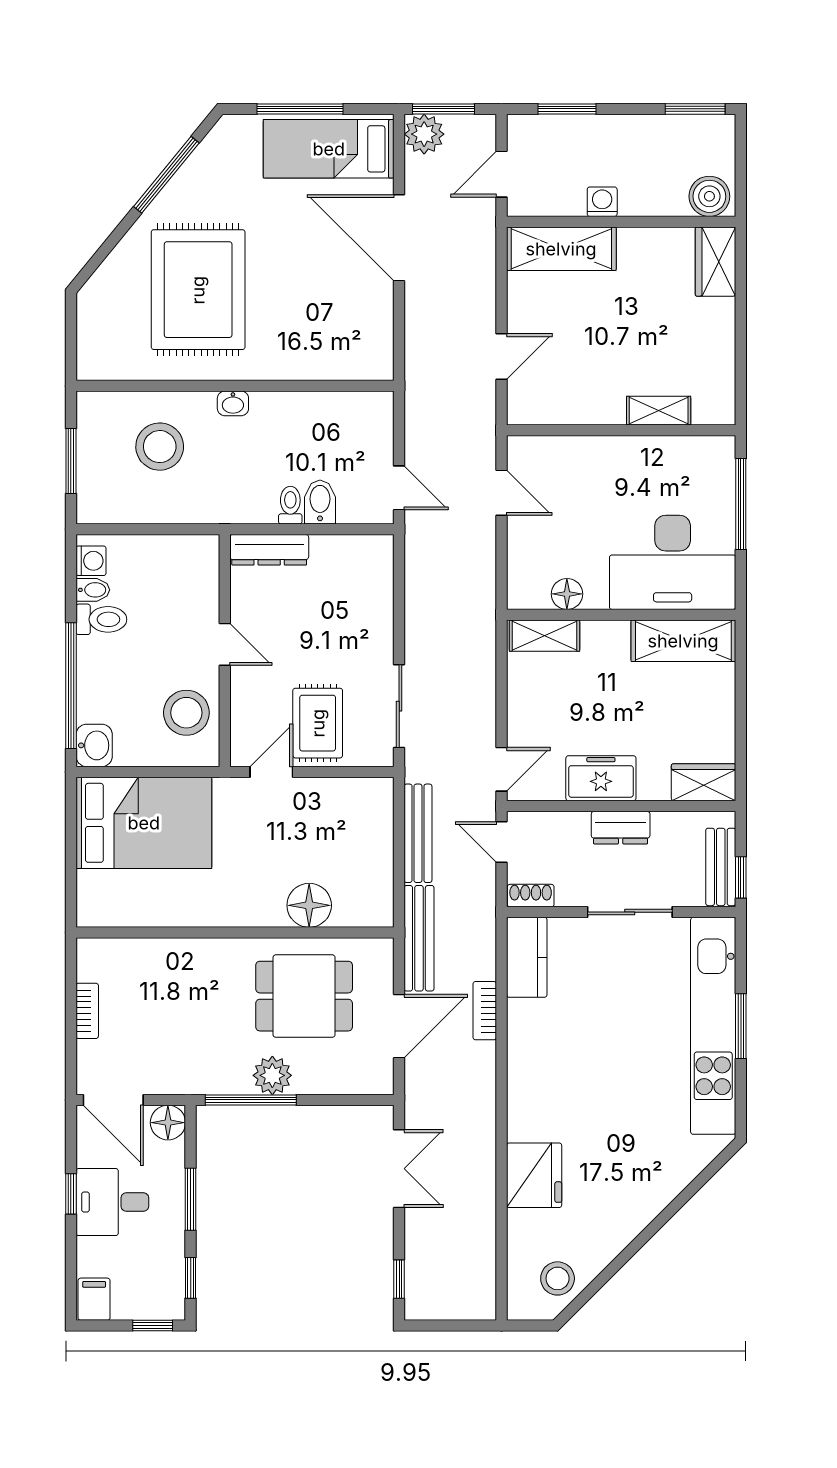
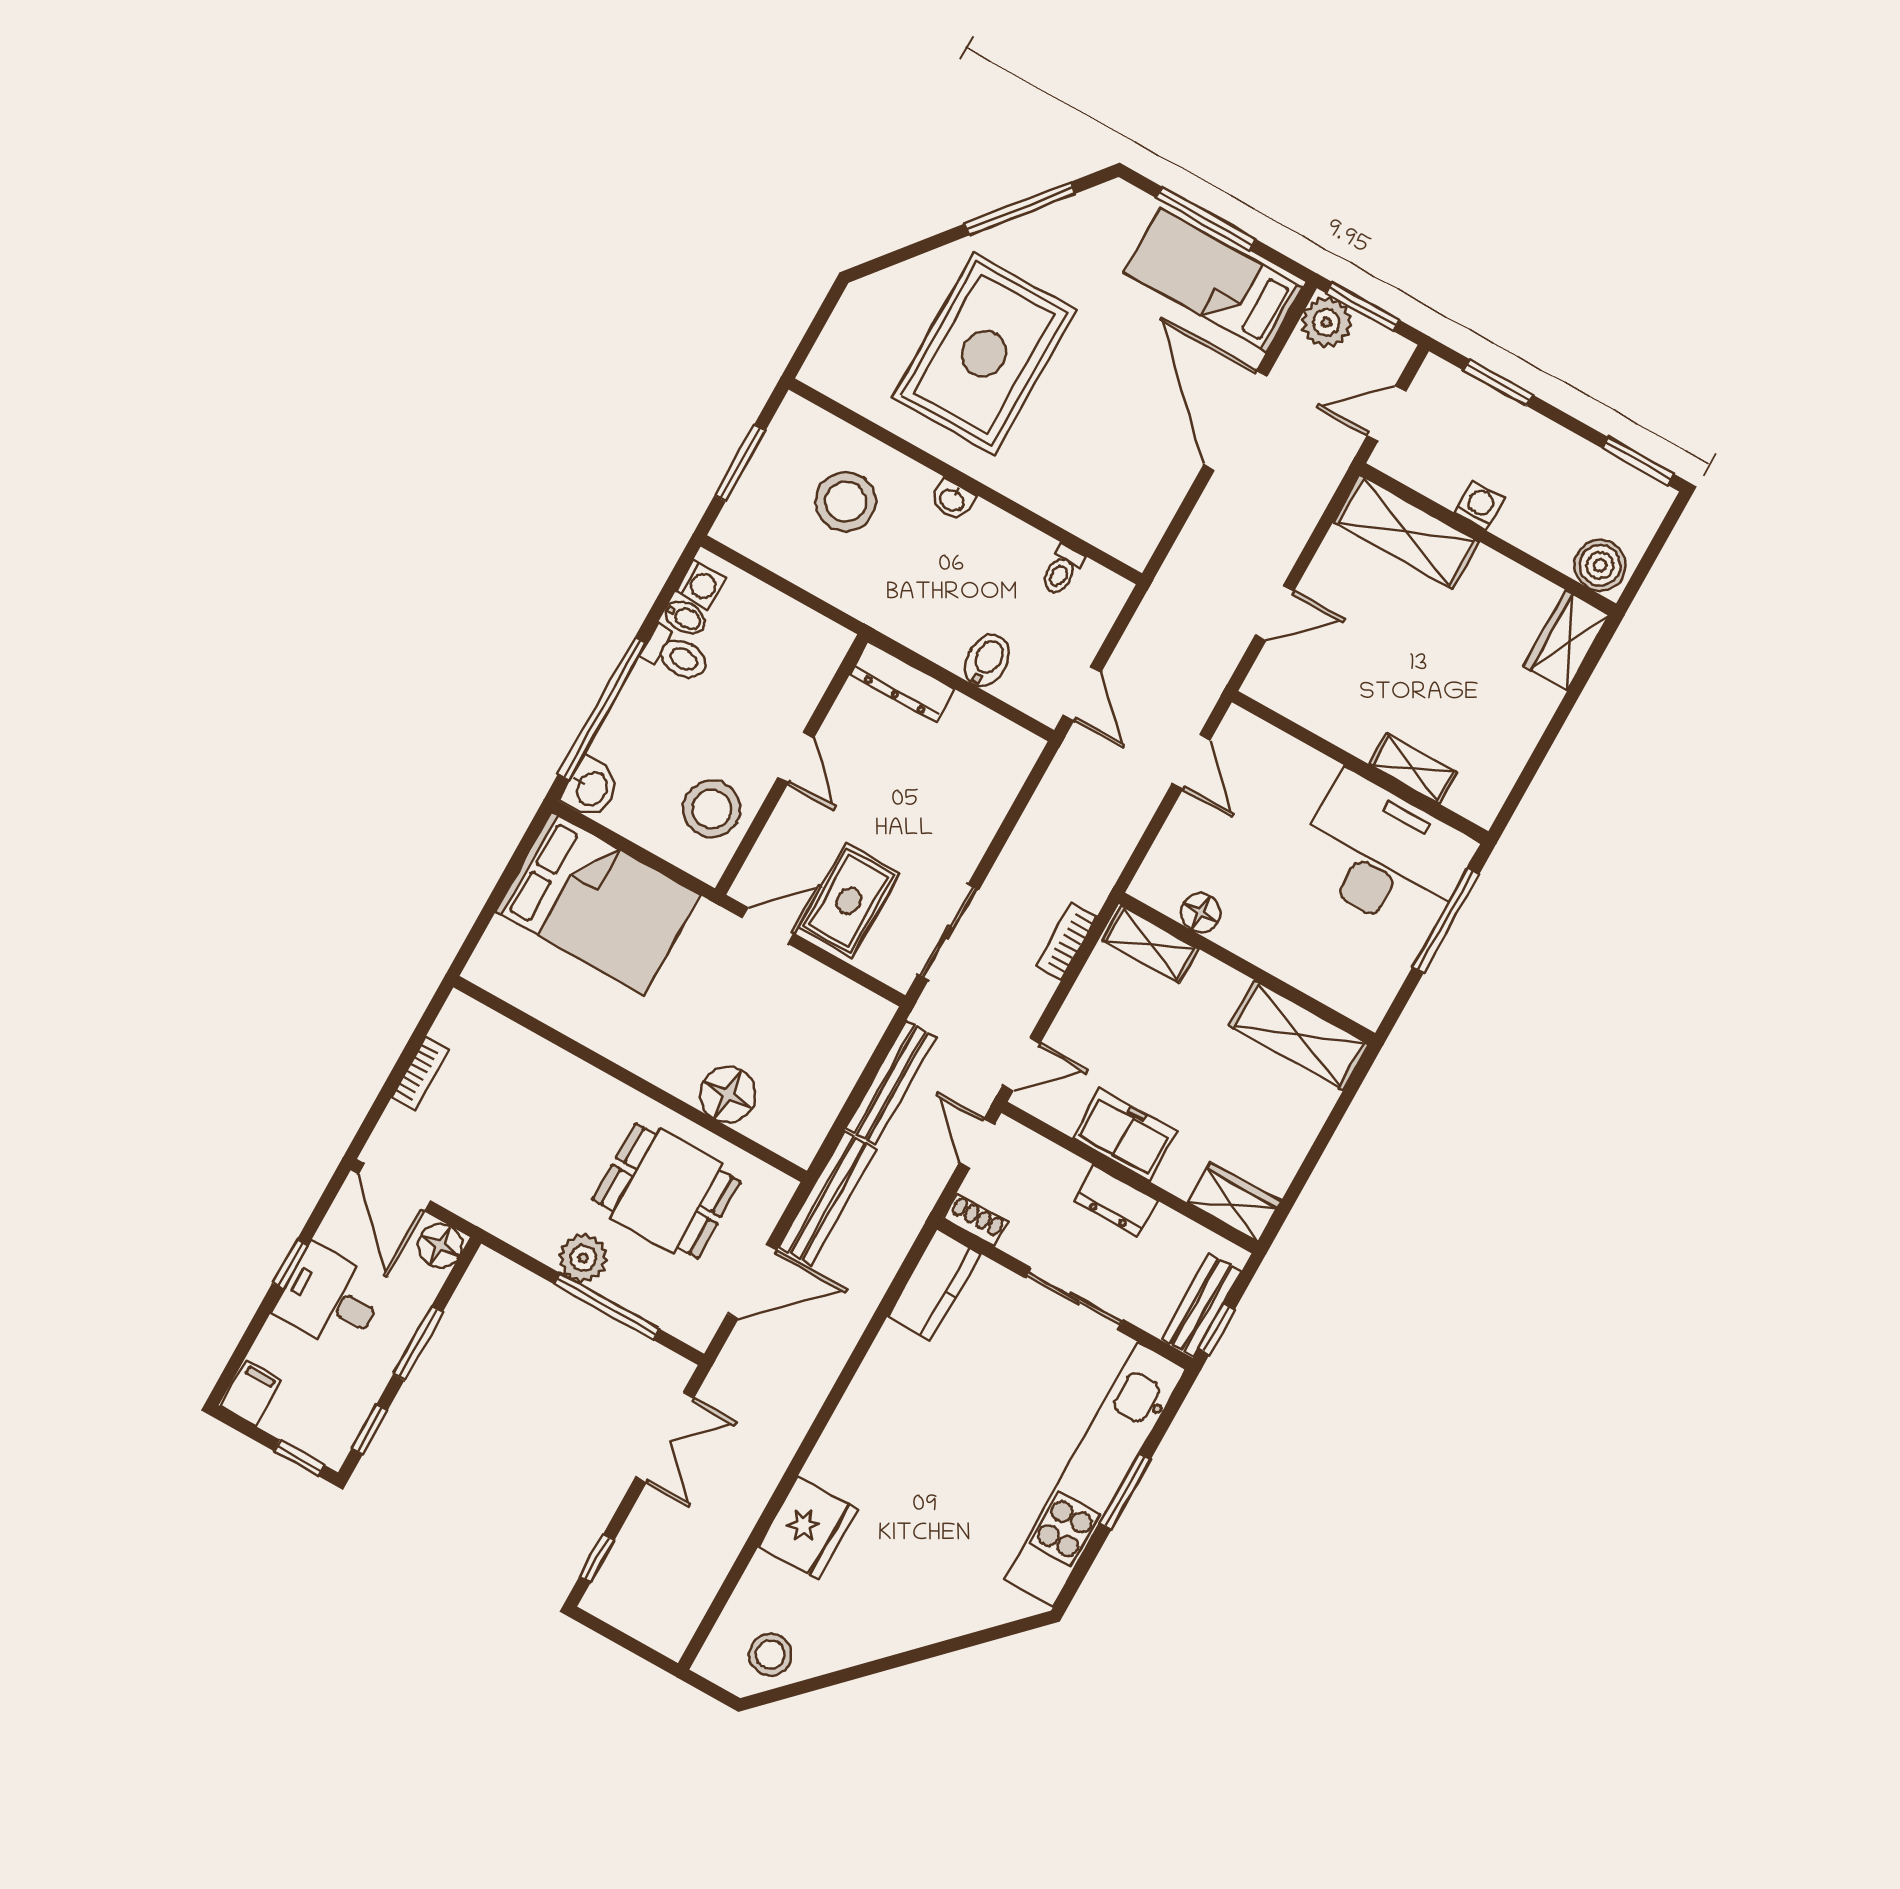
toilet: (290, 505) -> (1062, 570), moved, turned 180
desk: (673, 562) -> (1384, 856), moved, turned 180
bookcase: (485, 1011) -> (1066, 941), moved
window: (251, 1100) -> (606, 1306), moved

